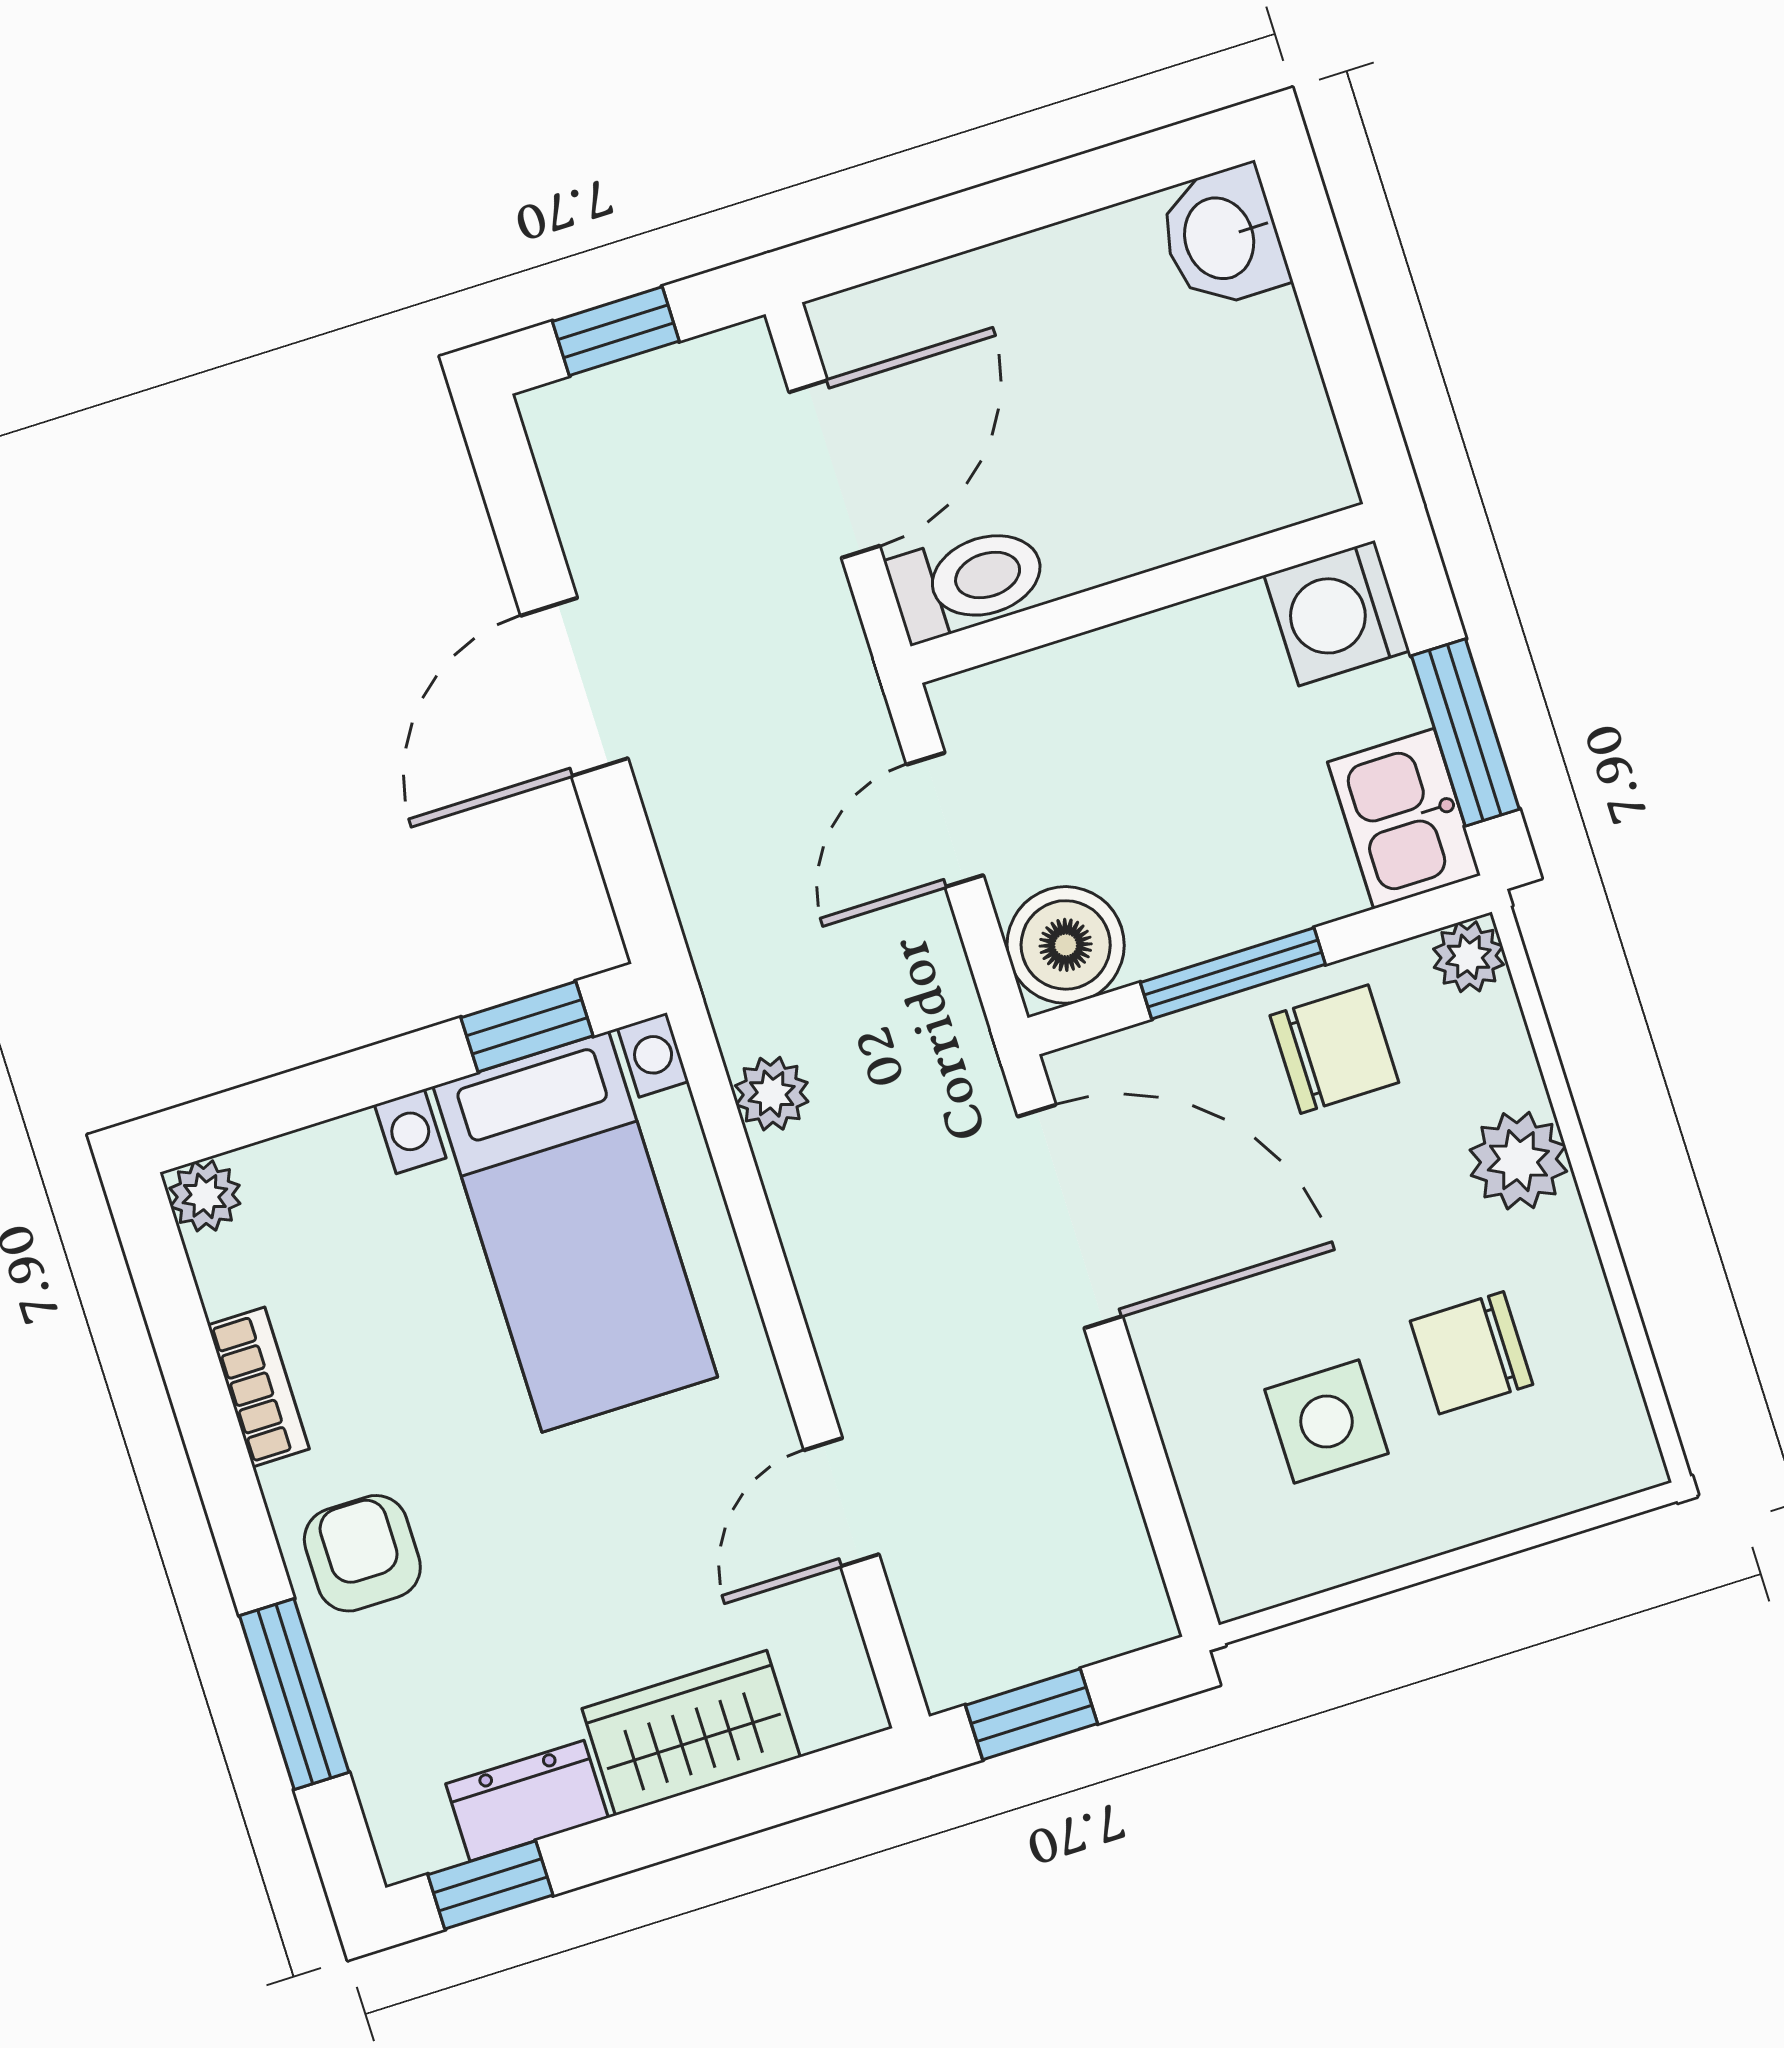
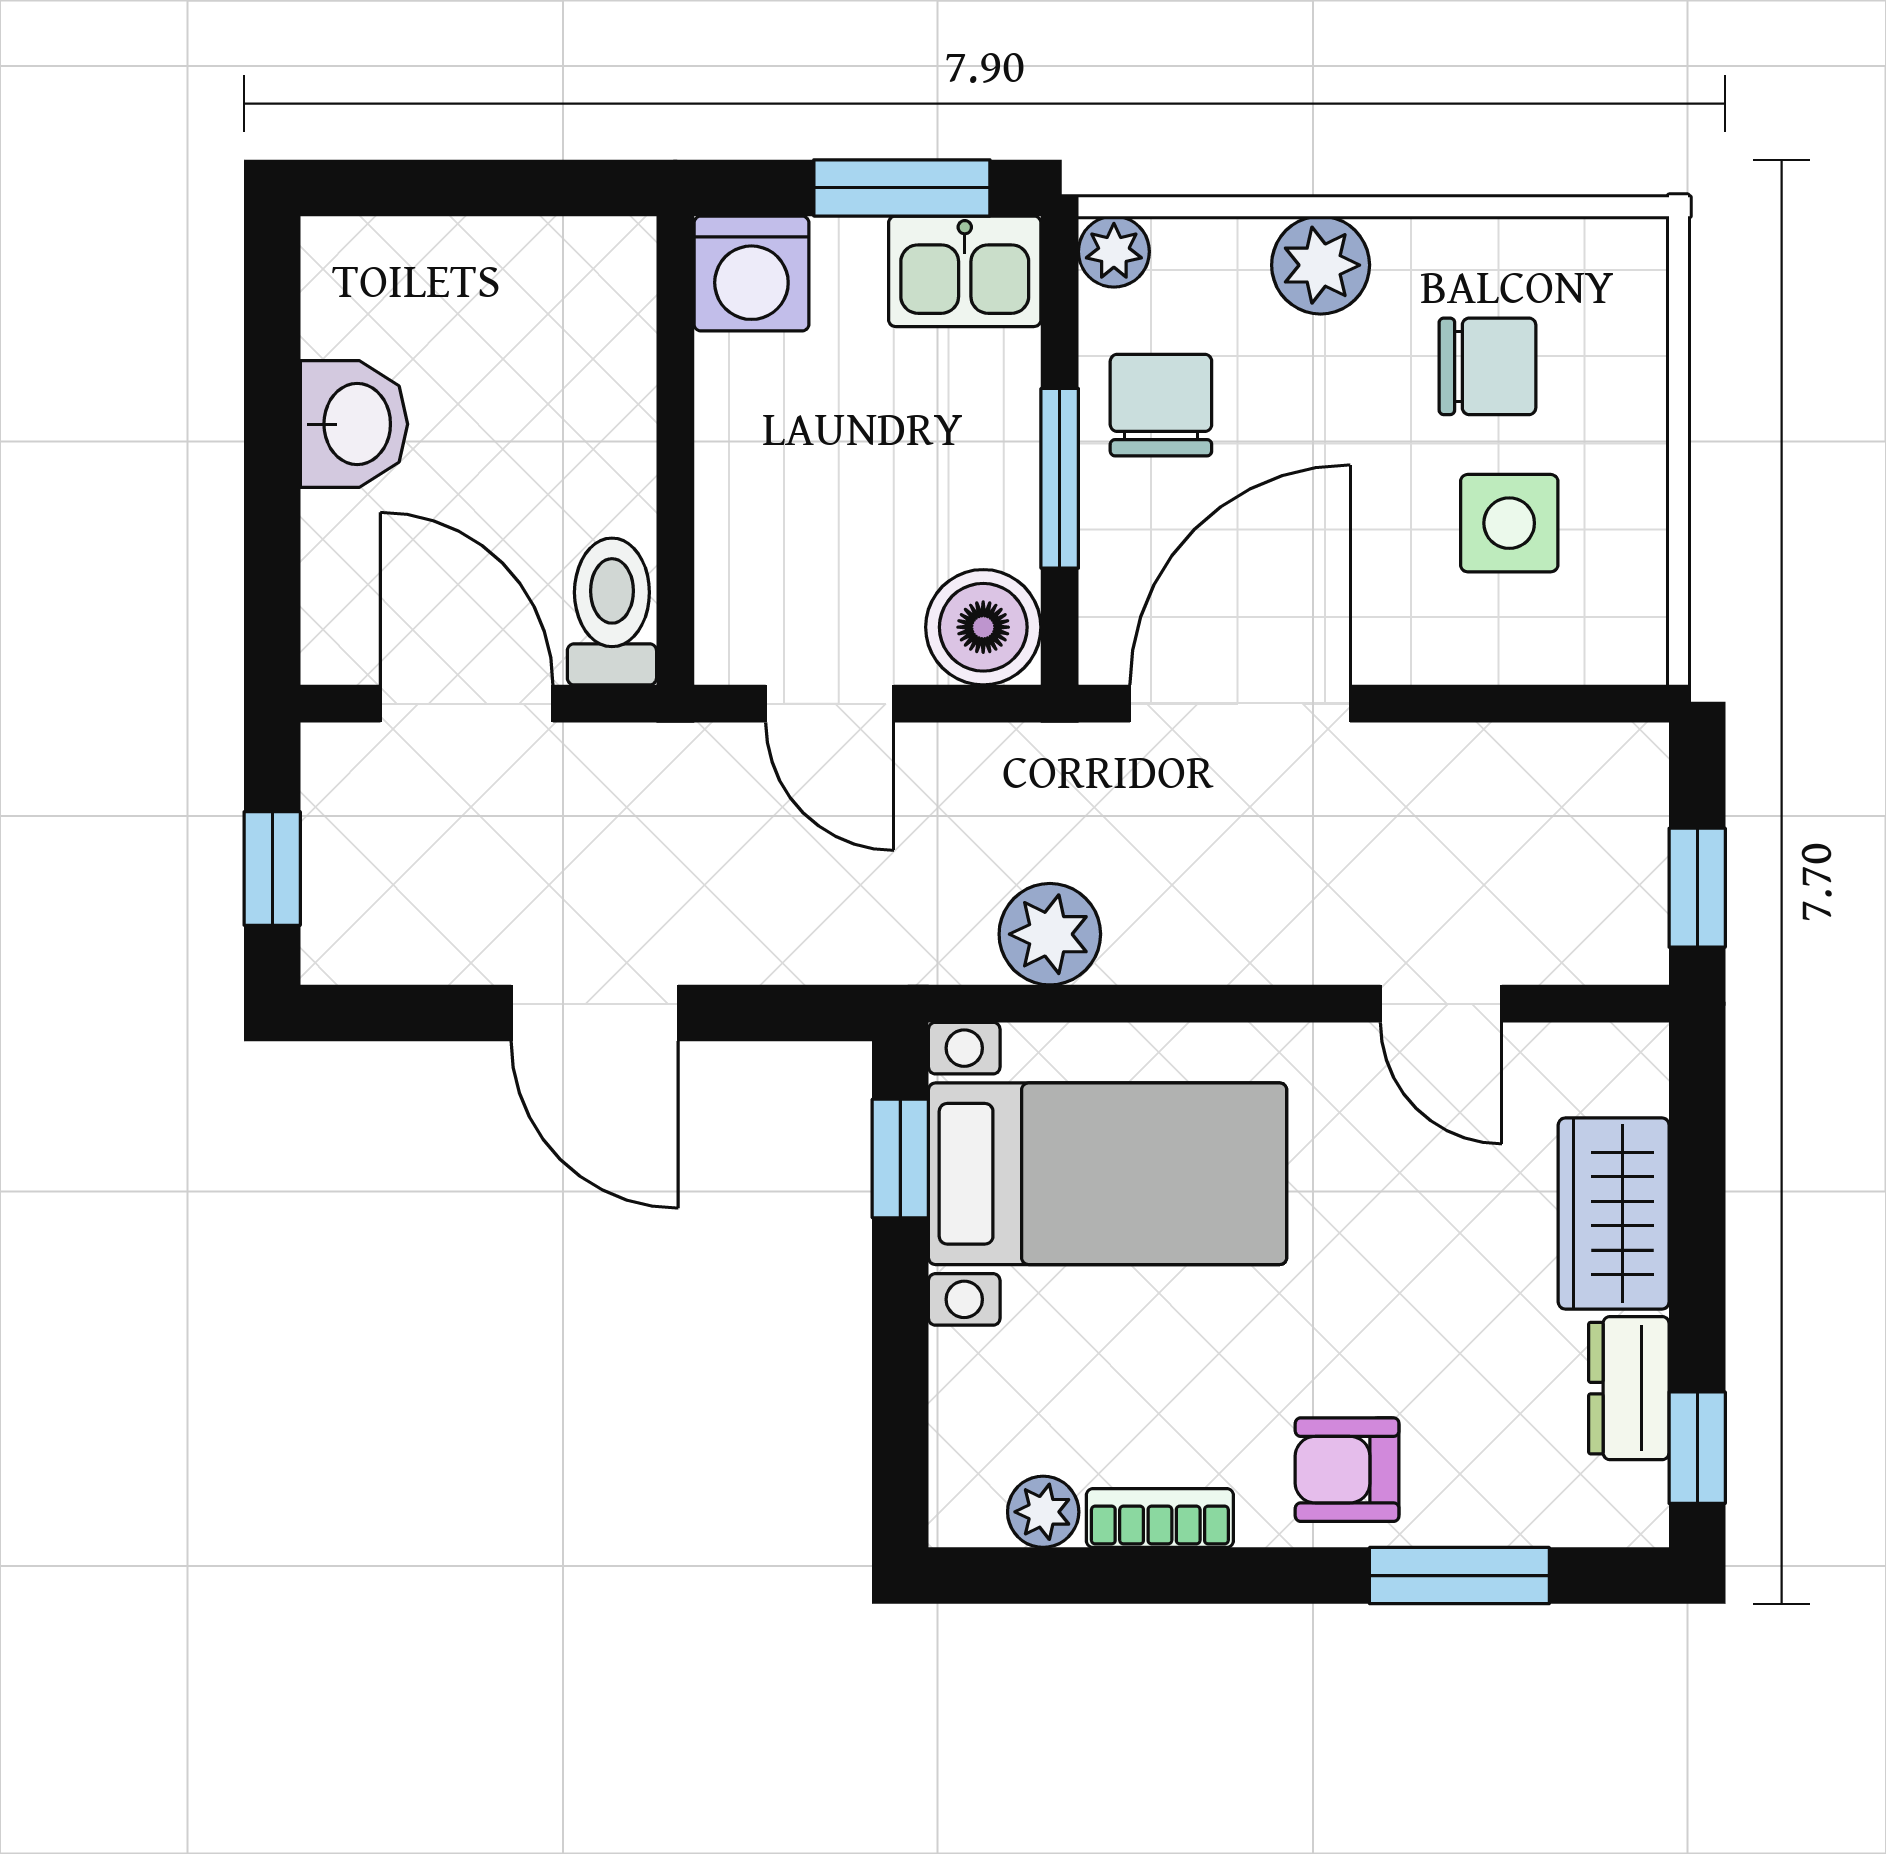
washbasin: (1222, 237) -> (354, 424), moved, turned -90
plant: (772, 1094) -> (1050, 934), width x1.38, depth x1.38
plant: (205, 1196) -> (1043, 1512), moved
chair: (1471, 1353) -> (1487, 366), turned -90

